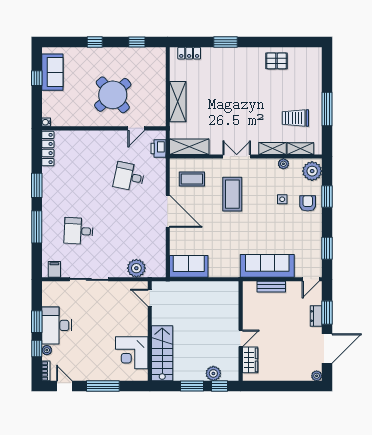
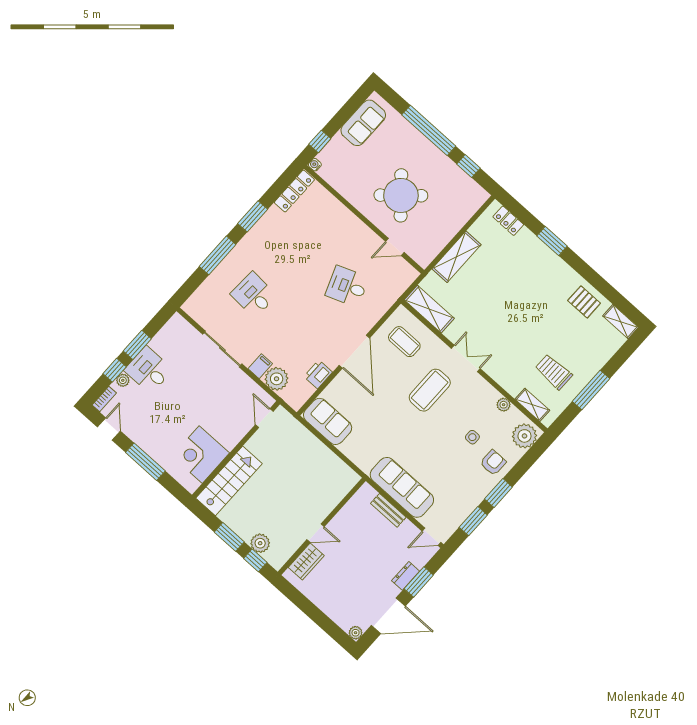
window: (95, 42) -> (429, 130), width x3.17
window: (37, 78) -> (320, 141), moved
printer: (158, 149) -> (318, 374), moved
shelving: (273, 149) -> (620, 322), moved
desk: (129, 177) -> (347, 286), turned -33
window: (327, 197) -> (498, 493), moved
filing cabinet: (54, 269) -> (260, 366), moved
desk: (56, 325) -> (149, 370), width x0.73

